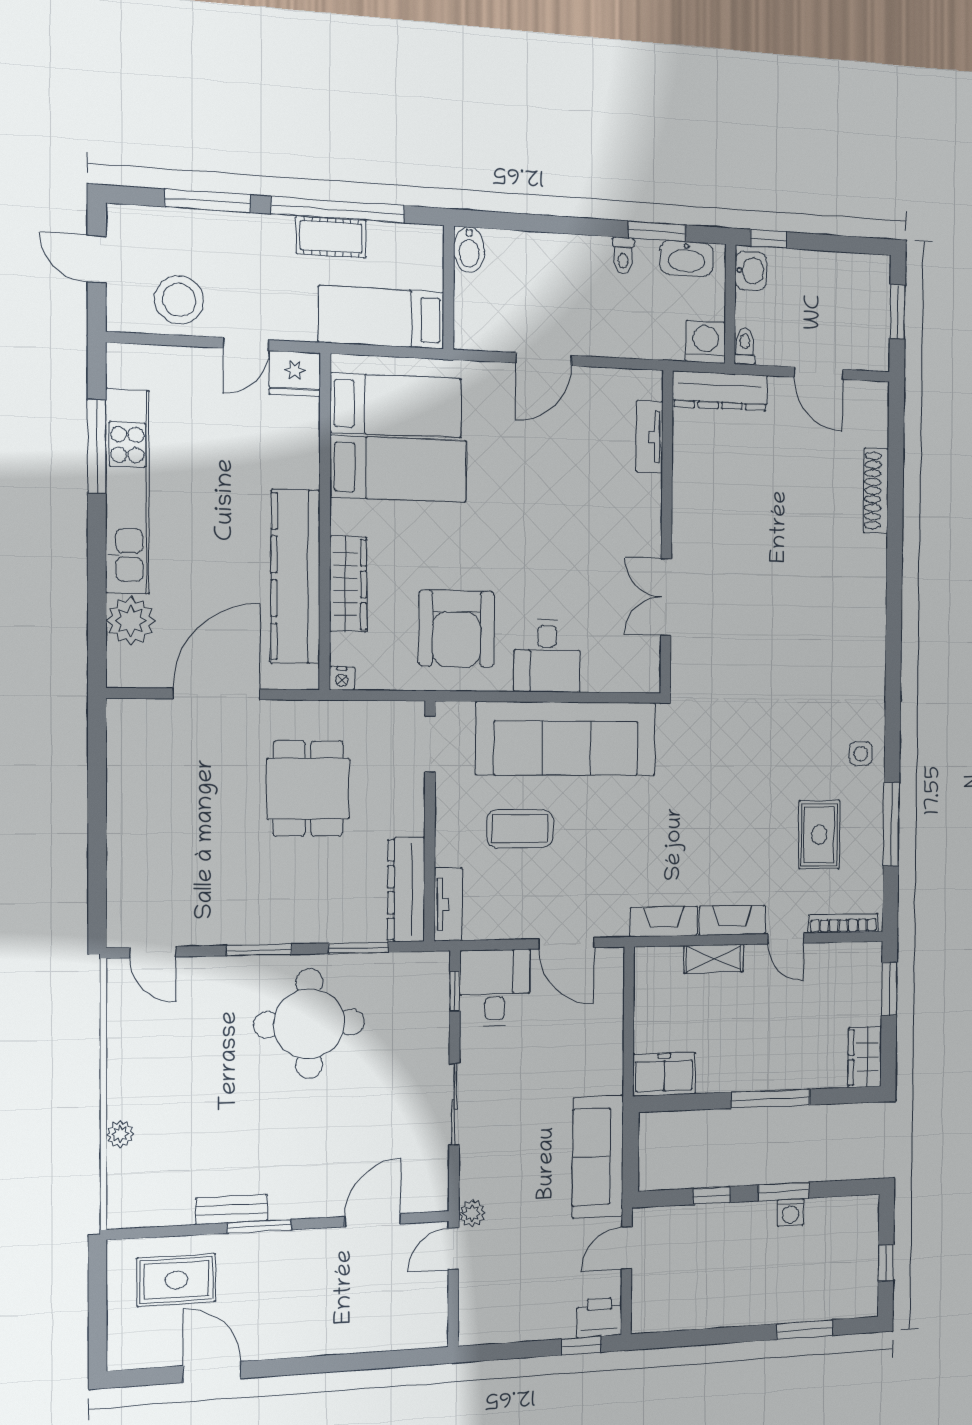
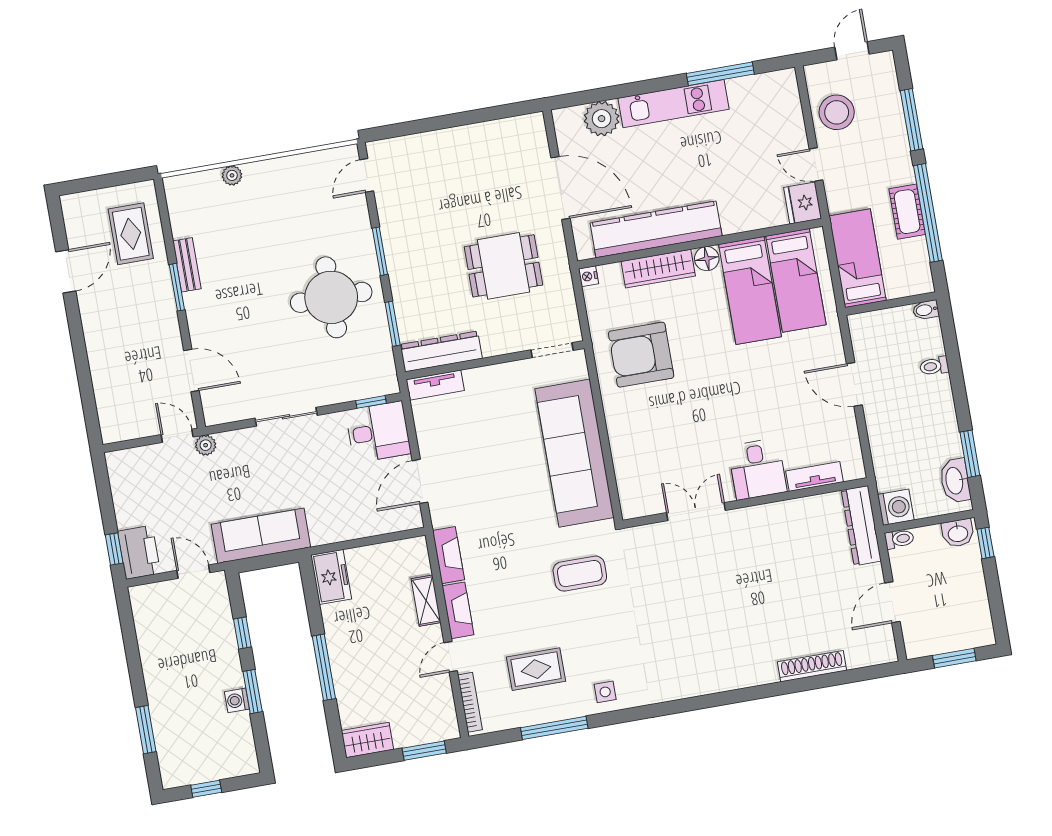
bidet: (469, 250) -> (926, 310), width x0.72, depth x0.74
toilet: (623, 256) -> (934, 366), moved
kitchen unit: (127, 492) -> (673, 104), width x0.73
floor lamp: (346, 517) -> (707, 259), added
desk: (547, 656) -> (757, 469), moved, turned -90
coffee table: (520, 829) -> (580, 574), moved, turned 90
printer: (599, 1317) -> (139, 552), width x1.37, depth x1.19

